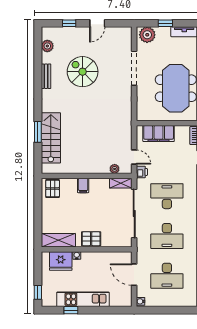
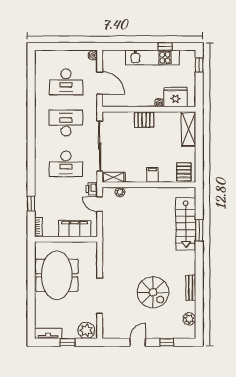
shelving: (58, 240) -> (189, 129), moved, turned 90
desk: (167, 276) -> (66, 82), turned 180

